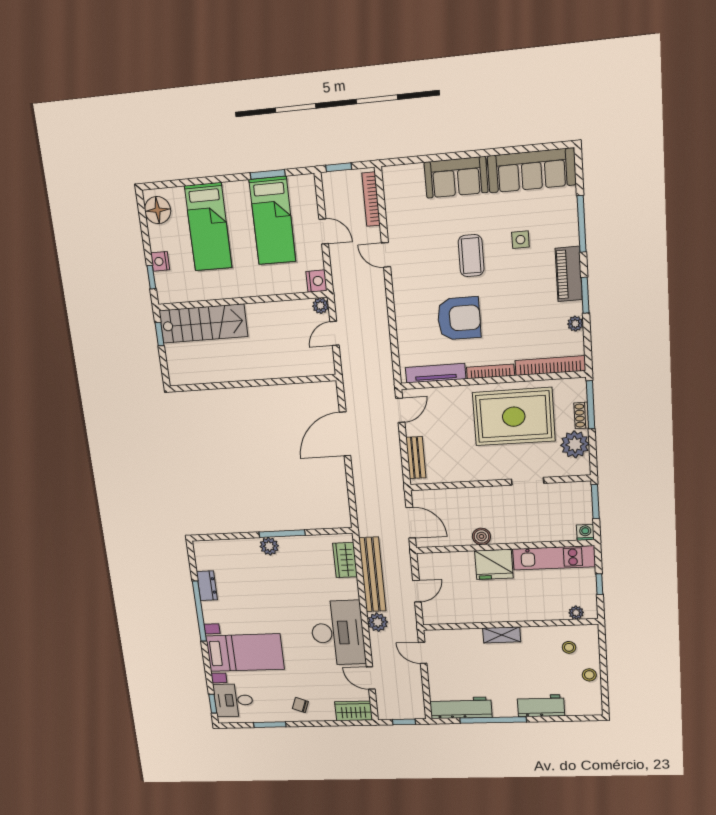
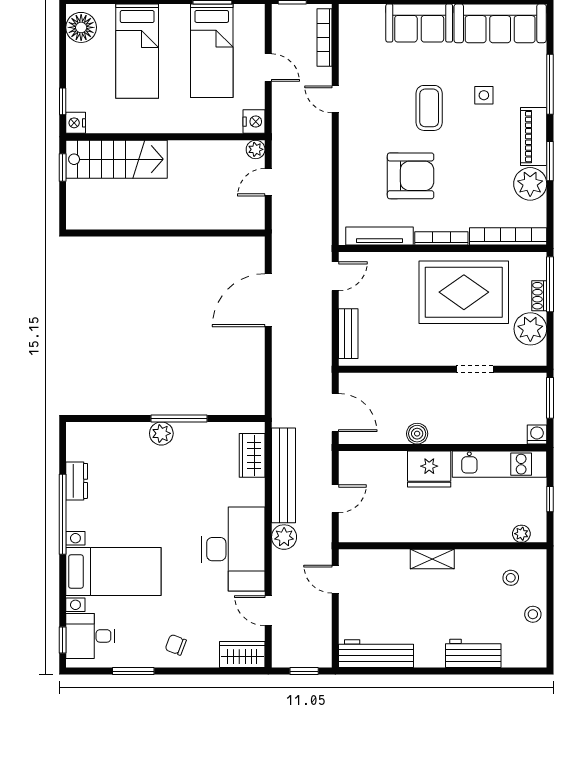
nightstand: (160, 261) -> (76, 123), moved
plant: (575, 324) -> (530, 184), width x1.88, depth x1.88
window: (493, 720) -> (414, 671), removed

